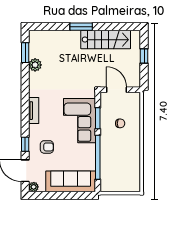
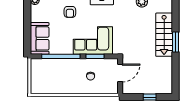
stairs: (106, 40) -> (164, 35), moved
sofa: (71, 181) -> (40, 38), width x0.73

